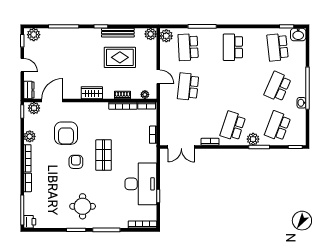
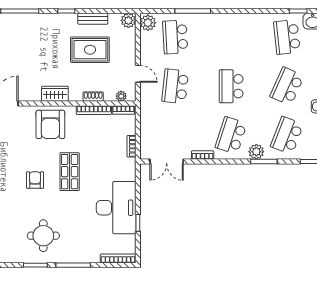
bench: (118, 33) -> (93, 19), width x0.73
school desk: (233, 47) -> (231, 86), moved
armchair: (66, 133) -> (50, 124), moved

